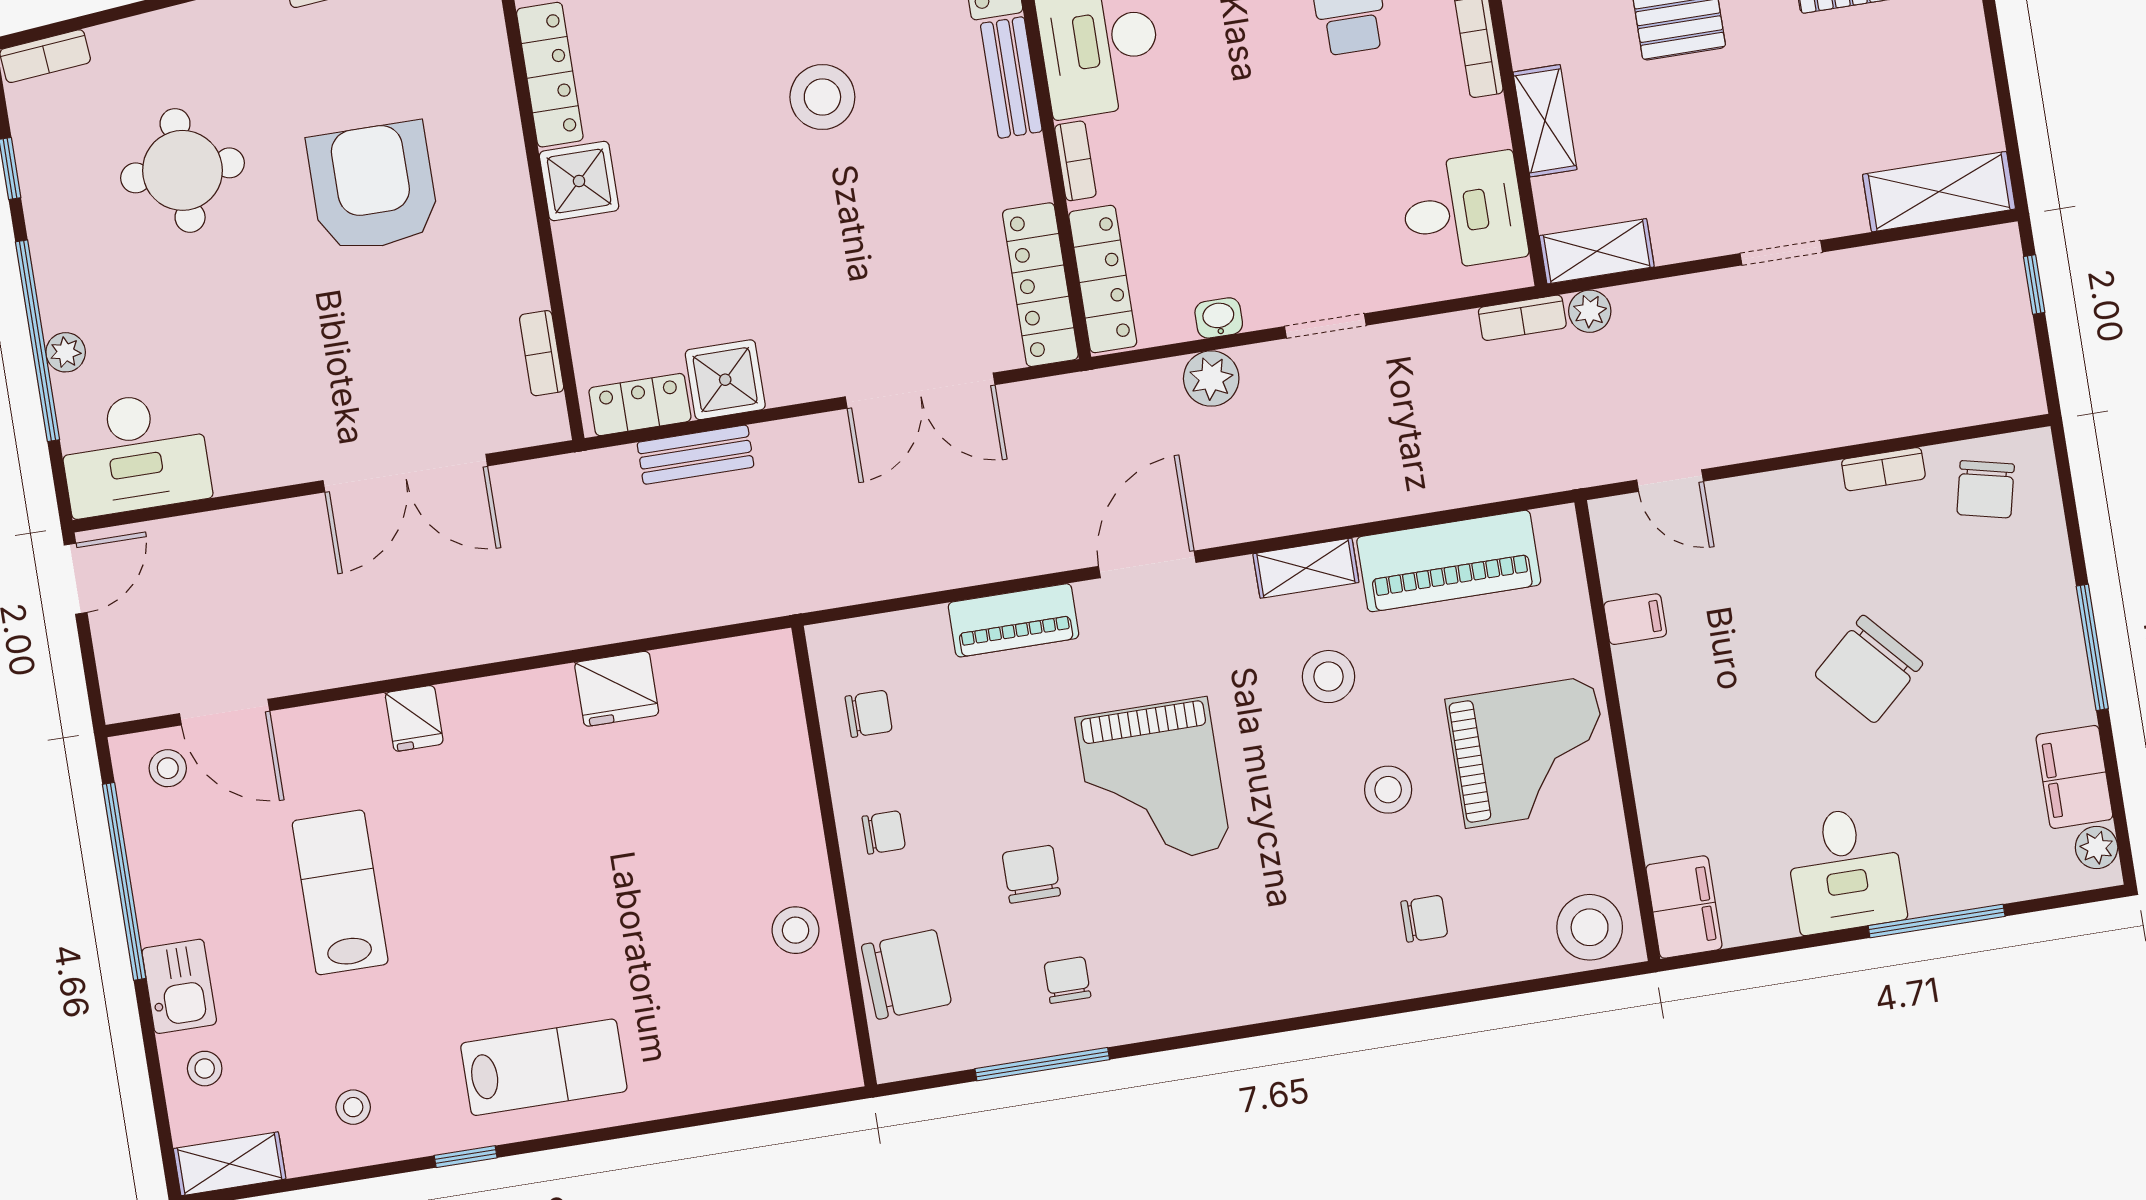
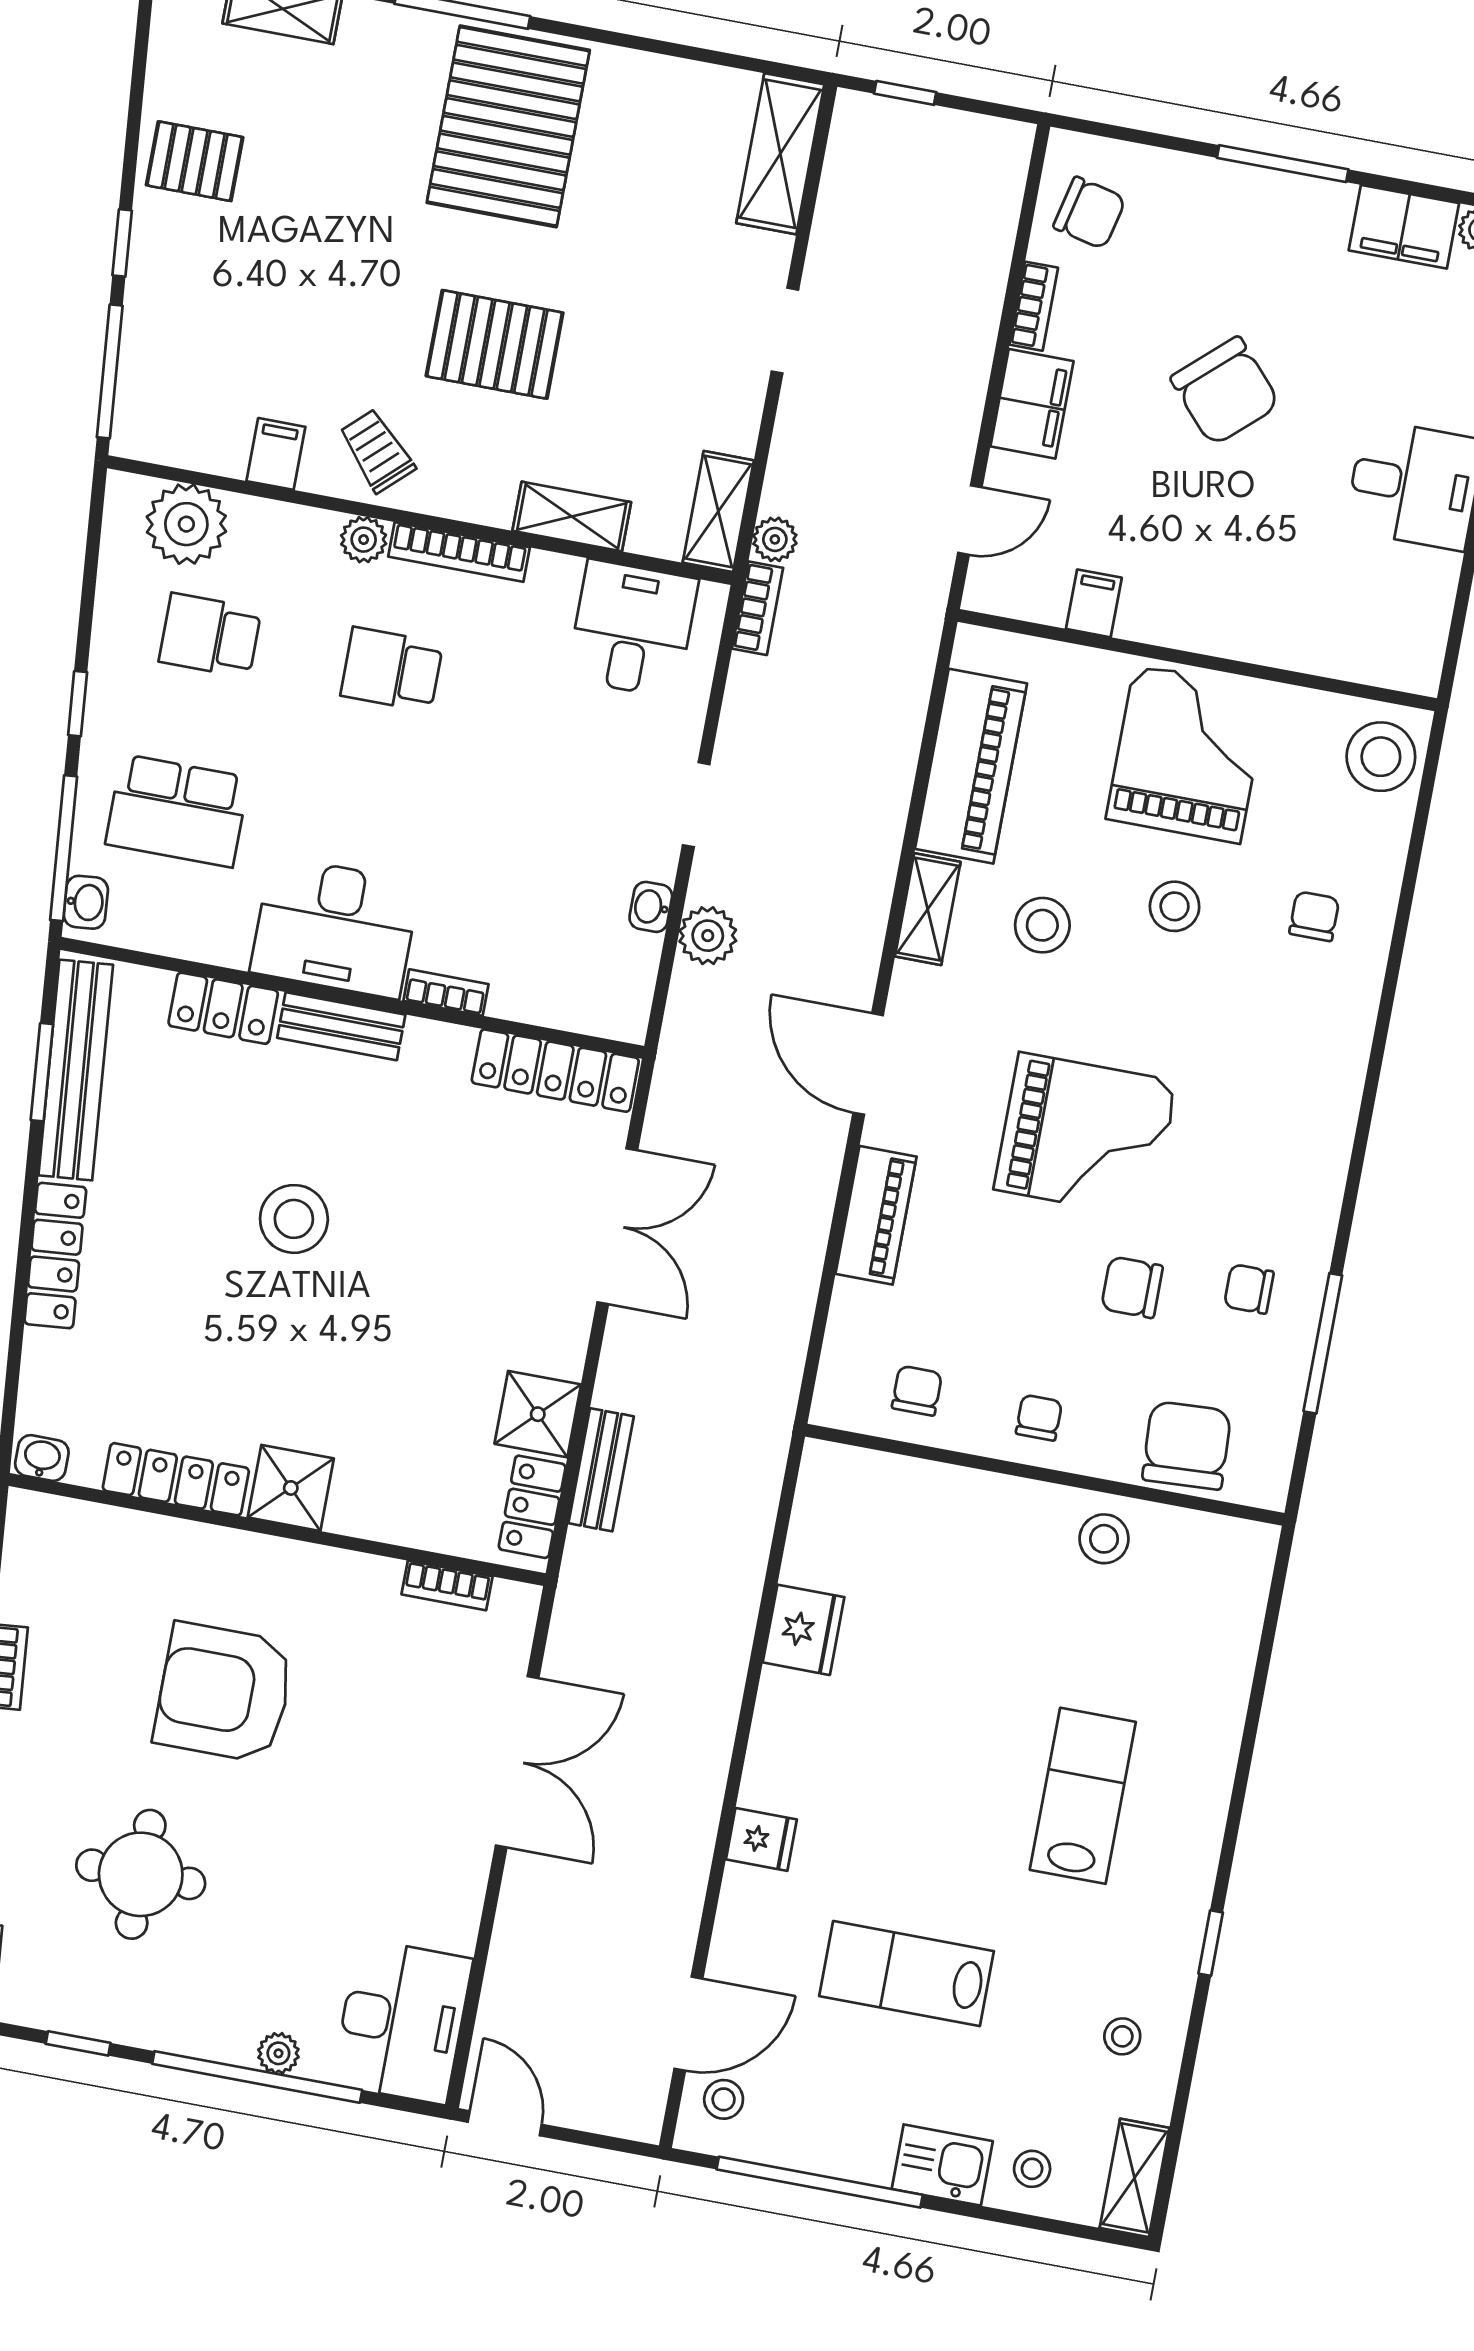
locker: (1103, 279) -> (572, 1007), removed
filing cabinet: (1684, 907) -> (1032, 404), moved, turned 90
lab bench: (544, 1067) -> (1083, 1796), moved

